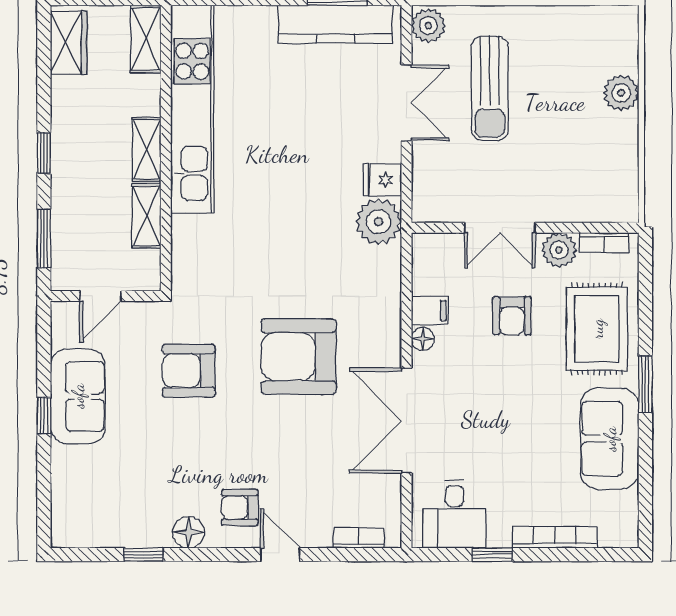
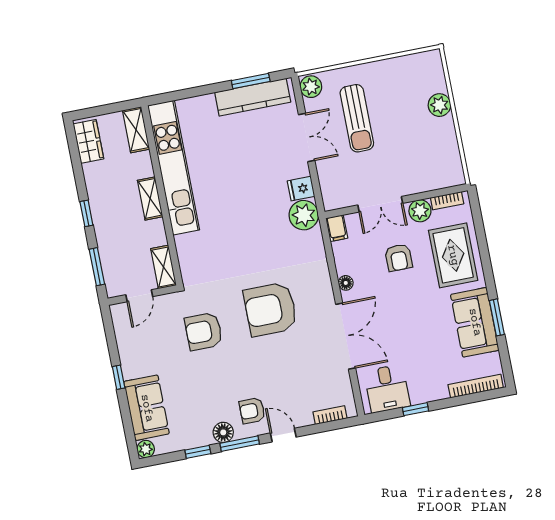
shelving: (147, 216) -> (163, 267), moved
filing cabinet: (430, 311) -> (337, 228), moved, turned 90
window: (645, 384) -> (497, 317), moved
sofa: (78, 396) -> (147, 408), moved
double door: (406, 421) -> (346, 336), swing flipped
plant: (64, 534) -> (146, 449), added
bookcase: (555, 537) -> (476, 386), moved
window: (211, 555) -> (240, 444), added

